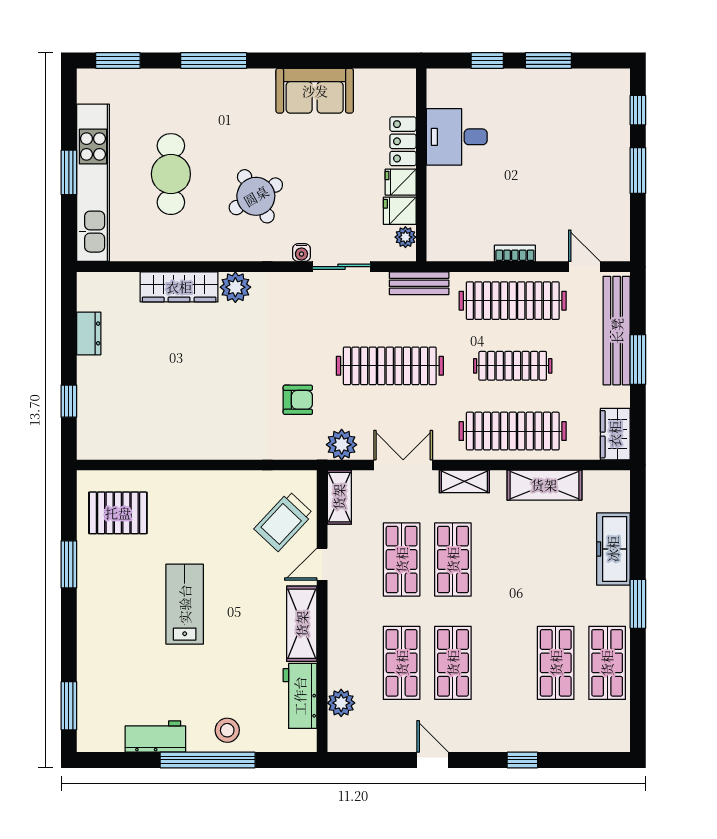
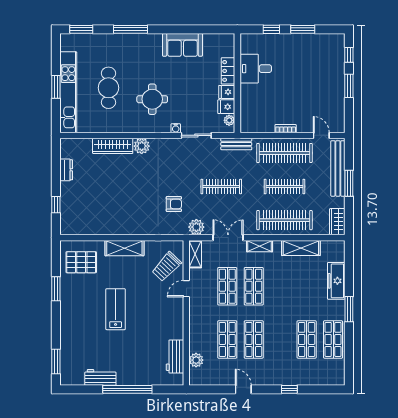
round table: (256, 196) -> (152, 99), turned 30
clothes rail: (390, 366) -> (221, 187), width x0.73, depth x0.76
shelving: (302, 624) -> (124, 248), moved, turned 90
stool: (227, 730) -> (137, 374), removed

